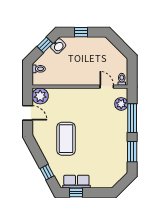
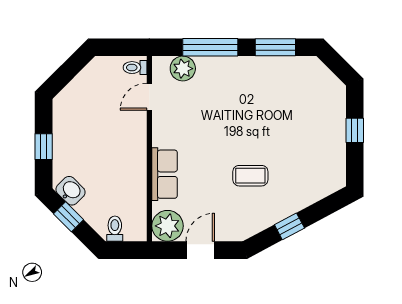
coffee table: (66, 139) -> (250, 176), width x0.54, depth x0.58
window: (47, 172) -> (289, 226), moved
row of seats: (76, 182) -> (165, 174), moved, turned 180
window: (76, 193) -> (355, 130), moved

